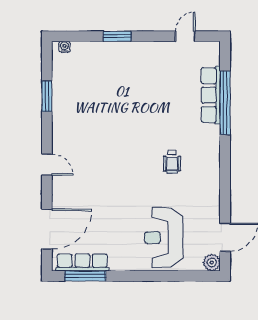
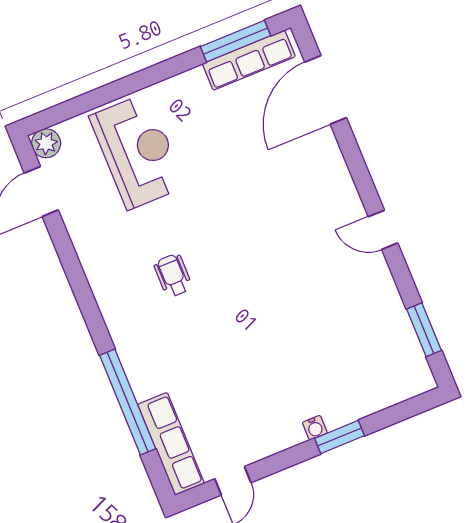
water cooler: (64, 47) -> (315, 428), moved
row of seats: (211, 95) -> (171, 444), moved
window: (47, 96) -> (424, 330), moved
door: (47, 165) -> (383, 230), moved

